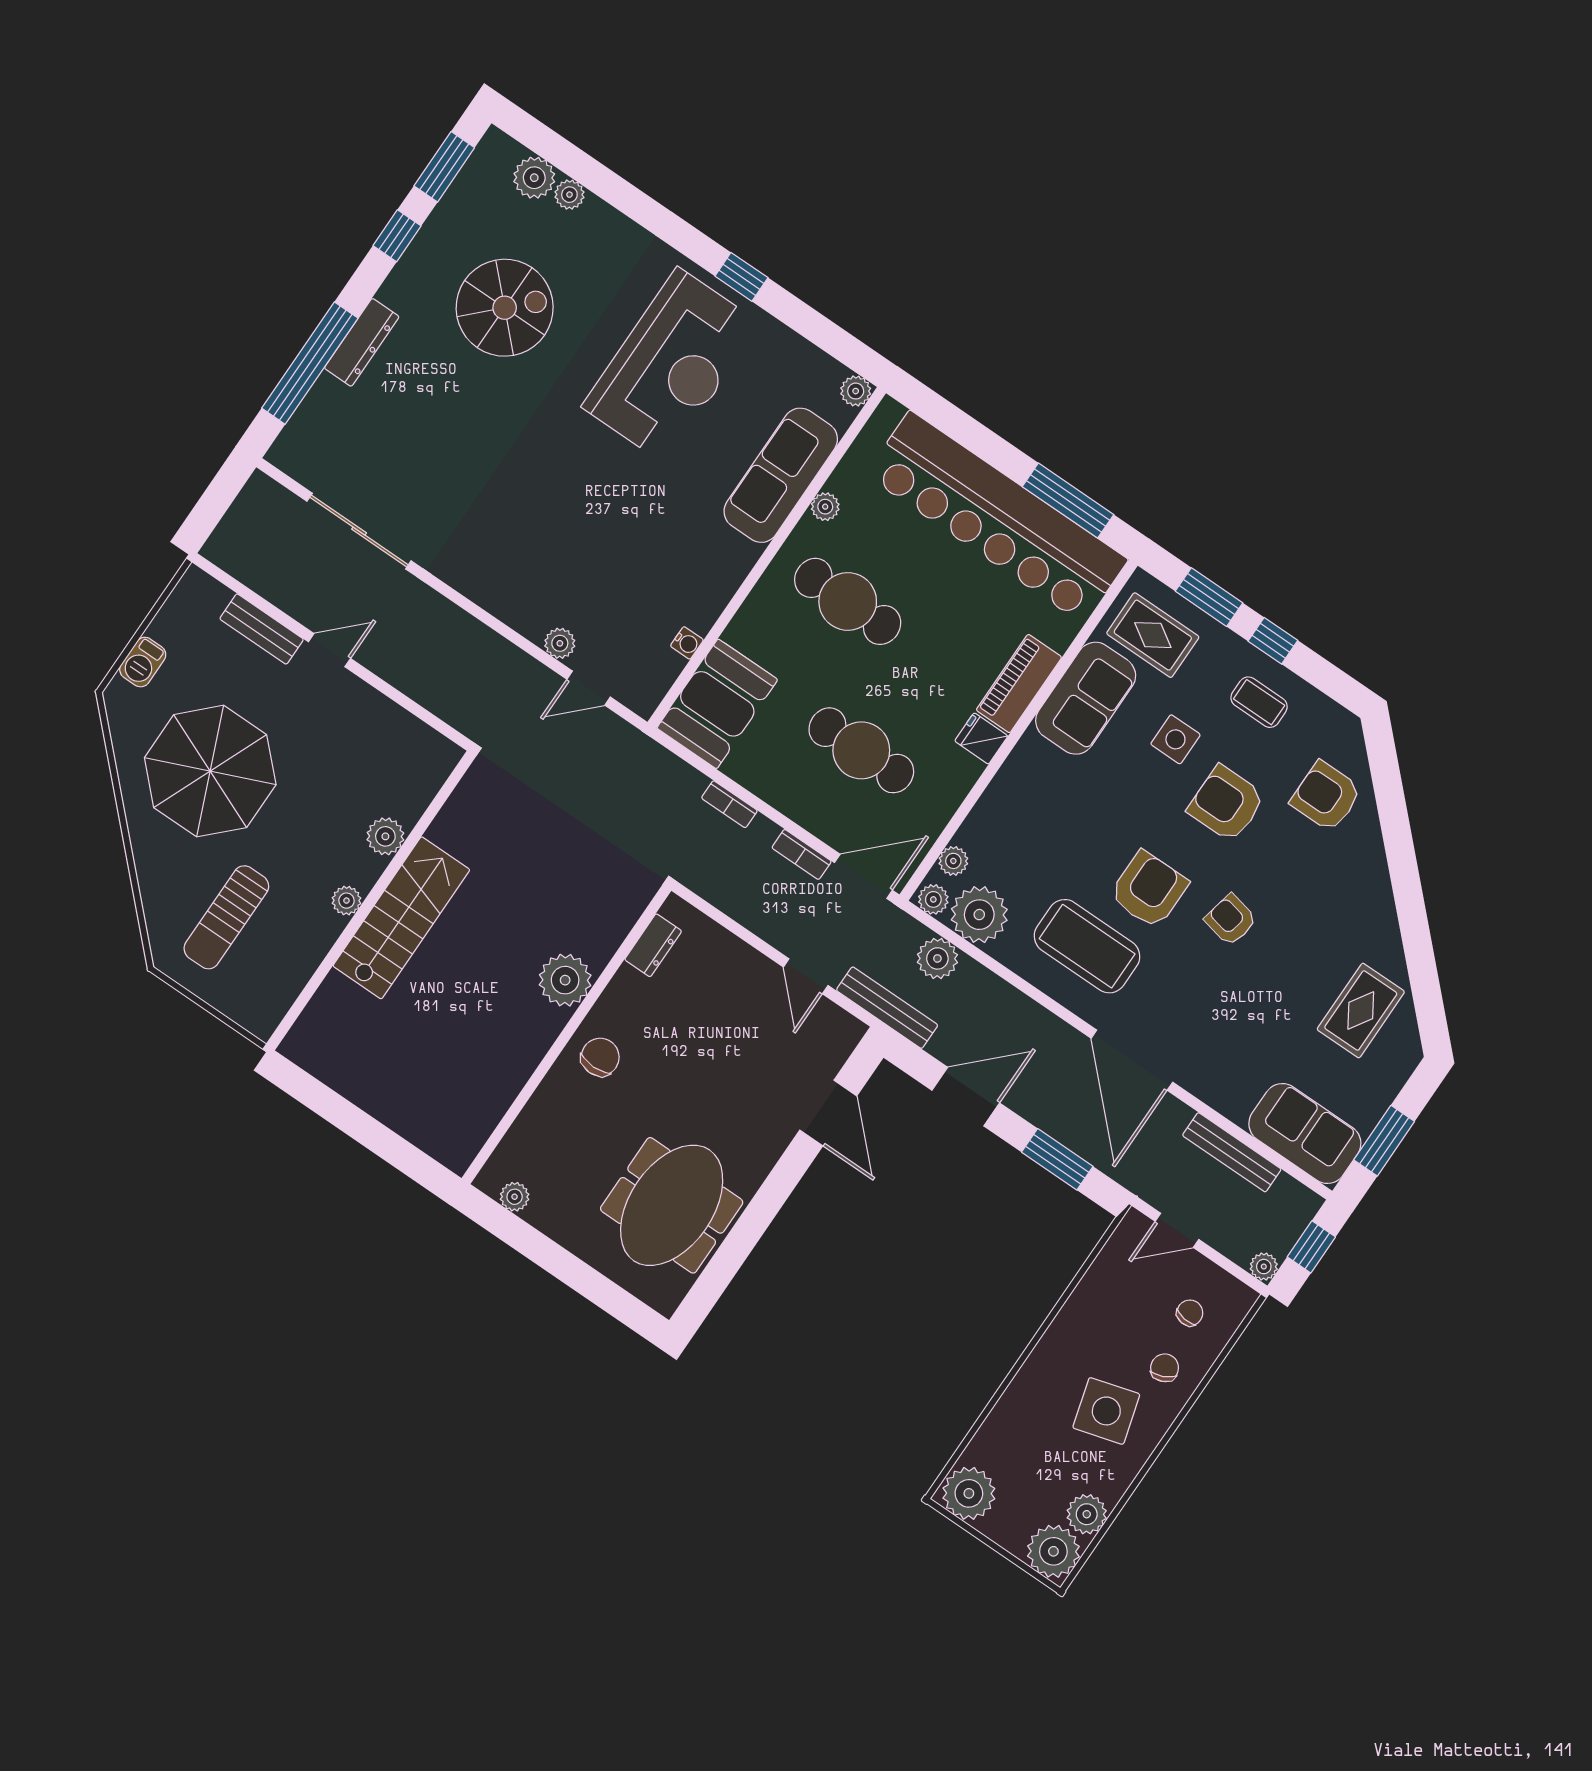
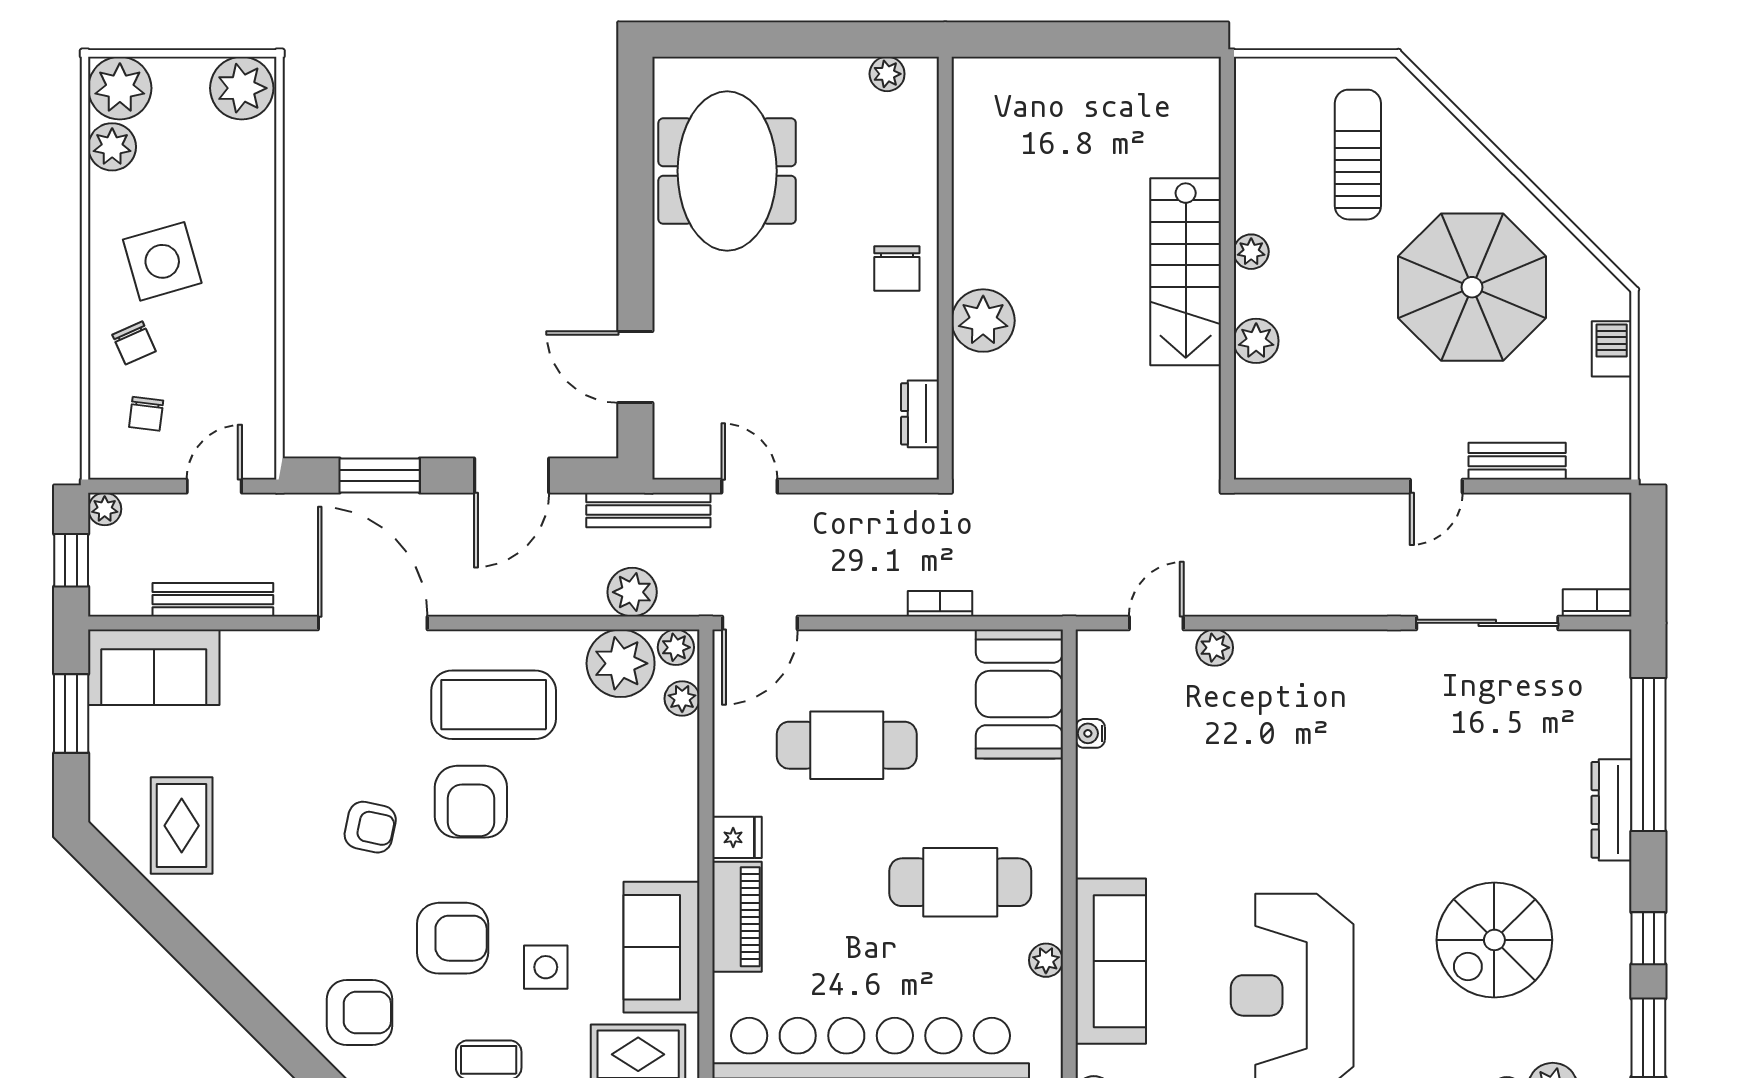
bookcase: (802, 854) -> (1597, 603), moved

